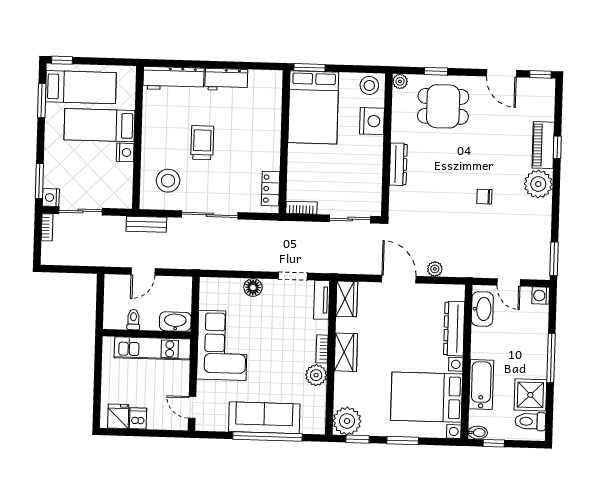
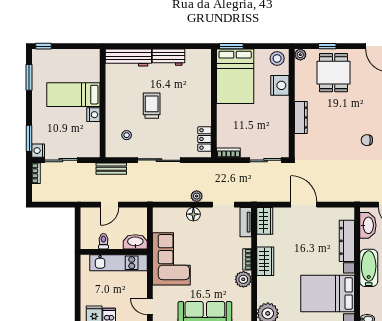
bed: (81, 87) -> (58, 66), removed
dining table: (443, 106) -> (334, 73), turned 90
stool: (168, 181) -> (127, 135), width x0.53, depth x0.53
plant: (435, 269) -> (197, 196), moved
bathtub: (481, 384) -> (369, 268), moved

